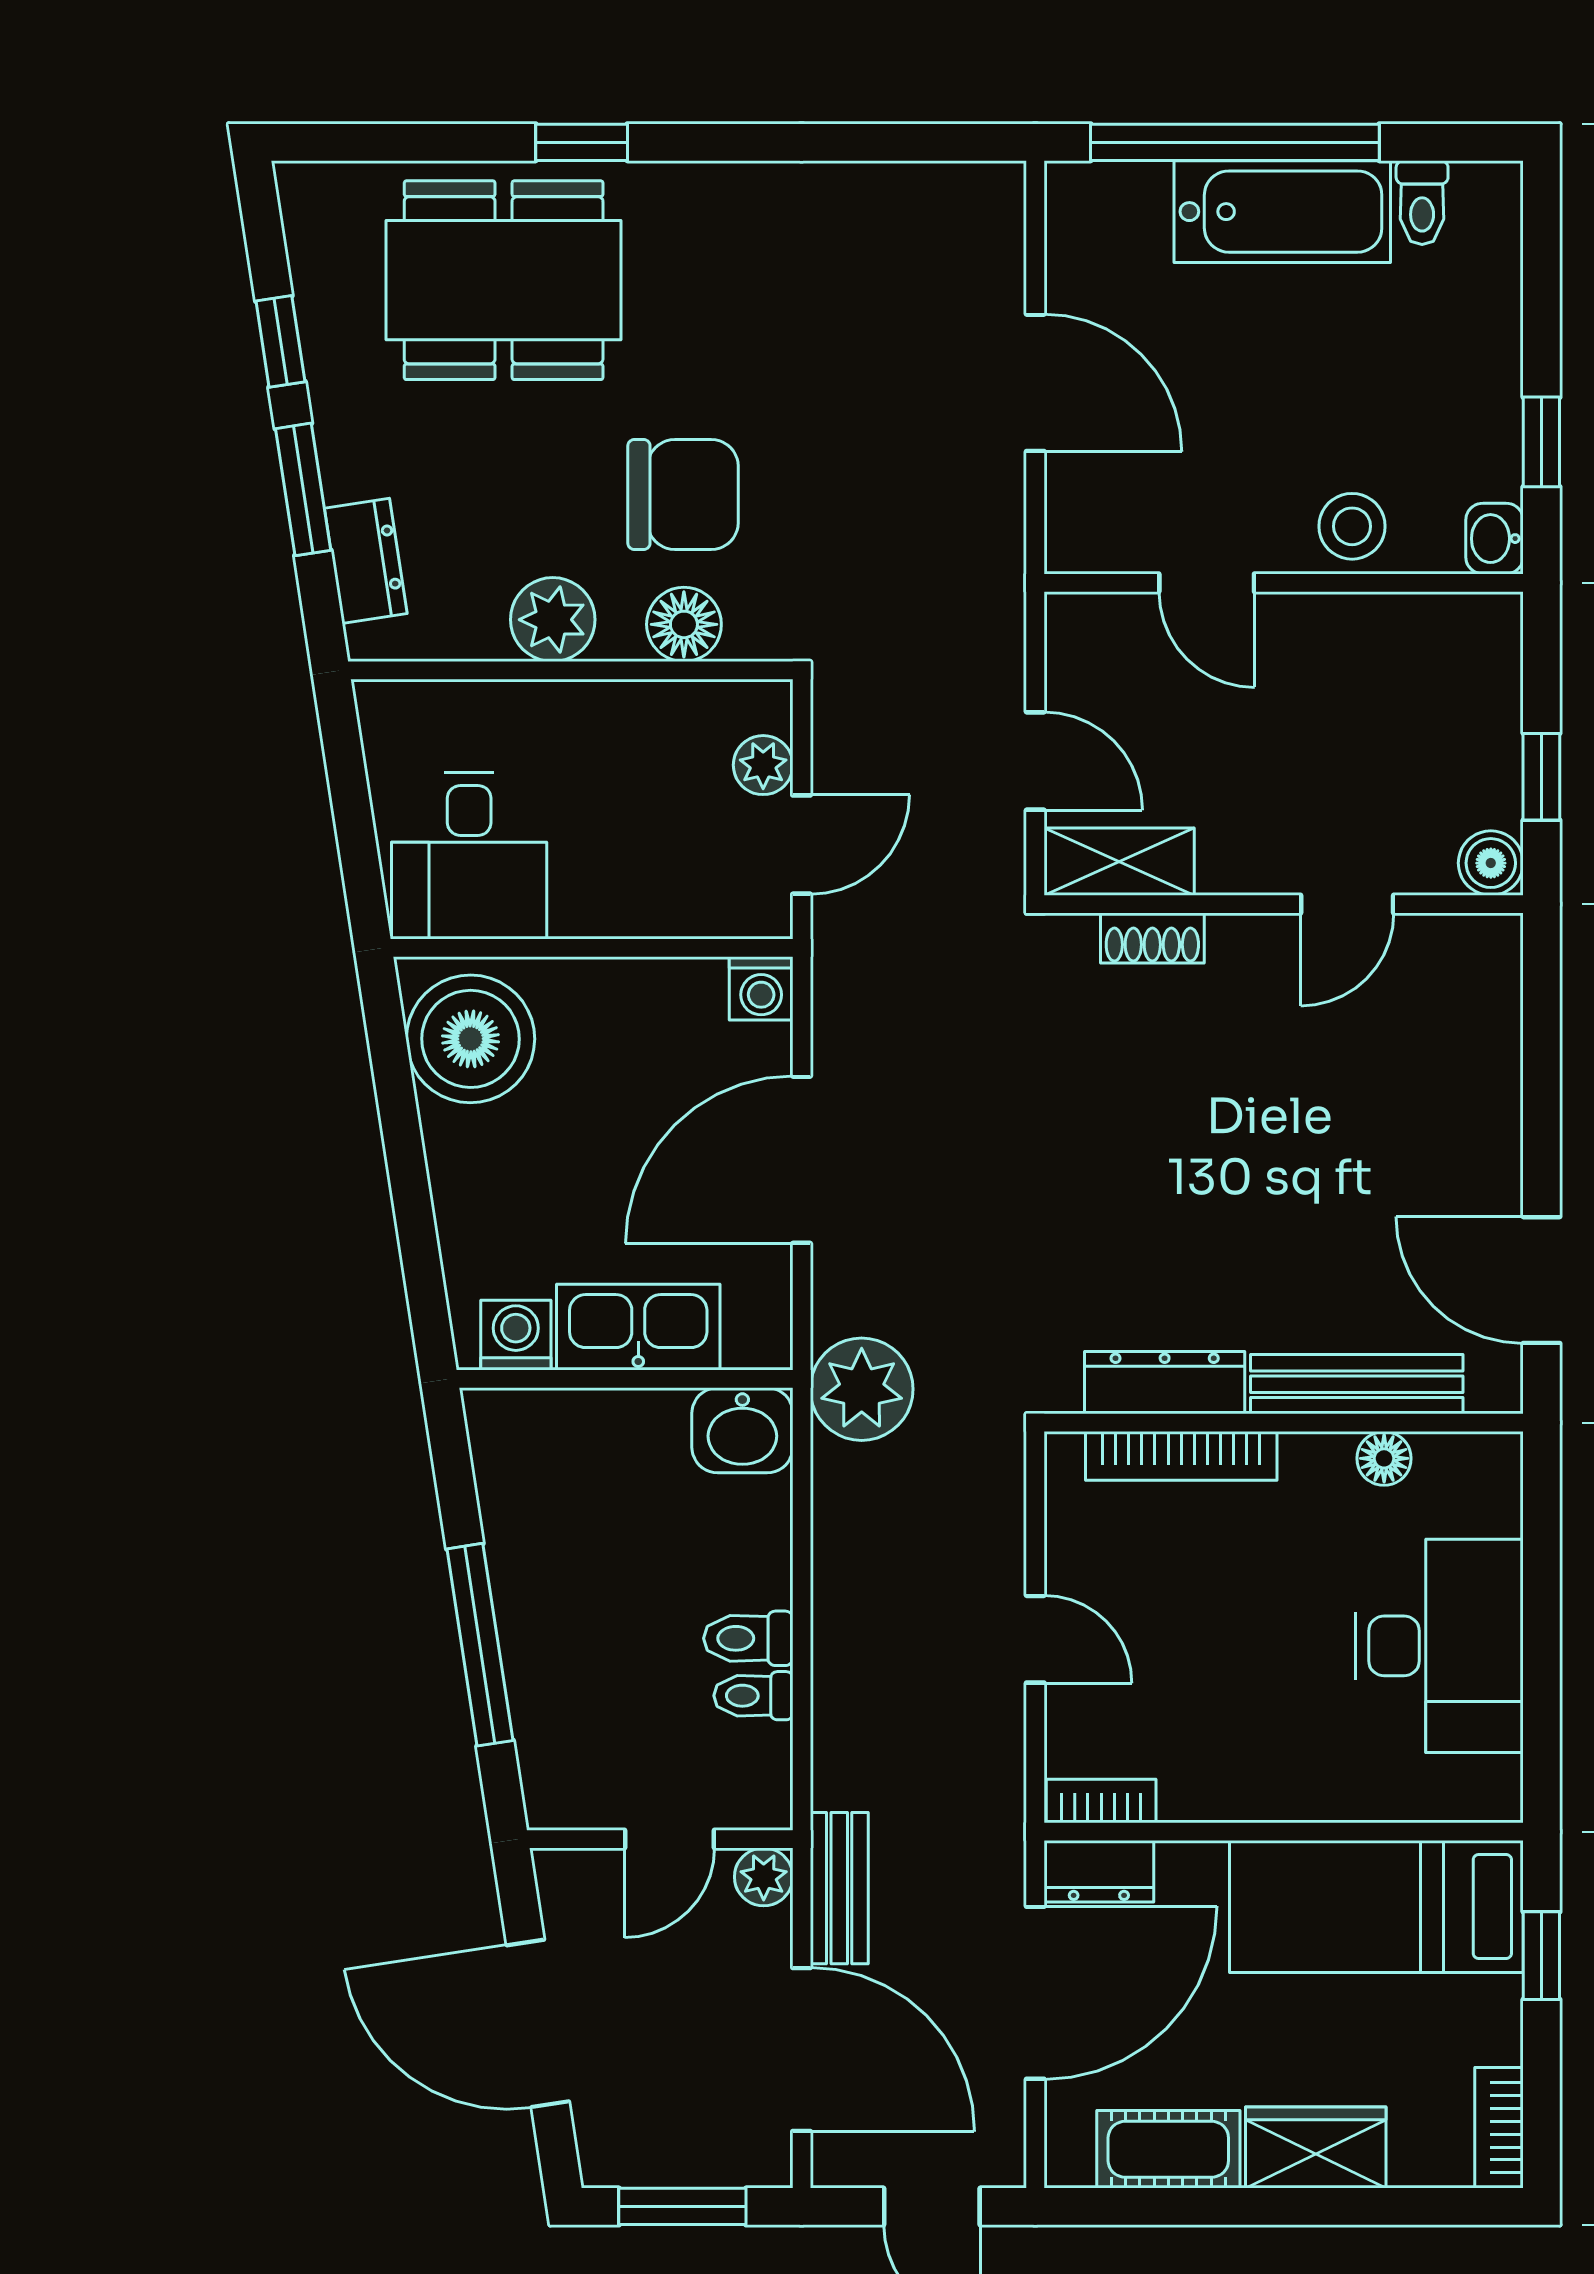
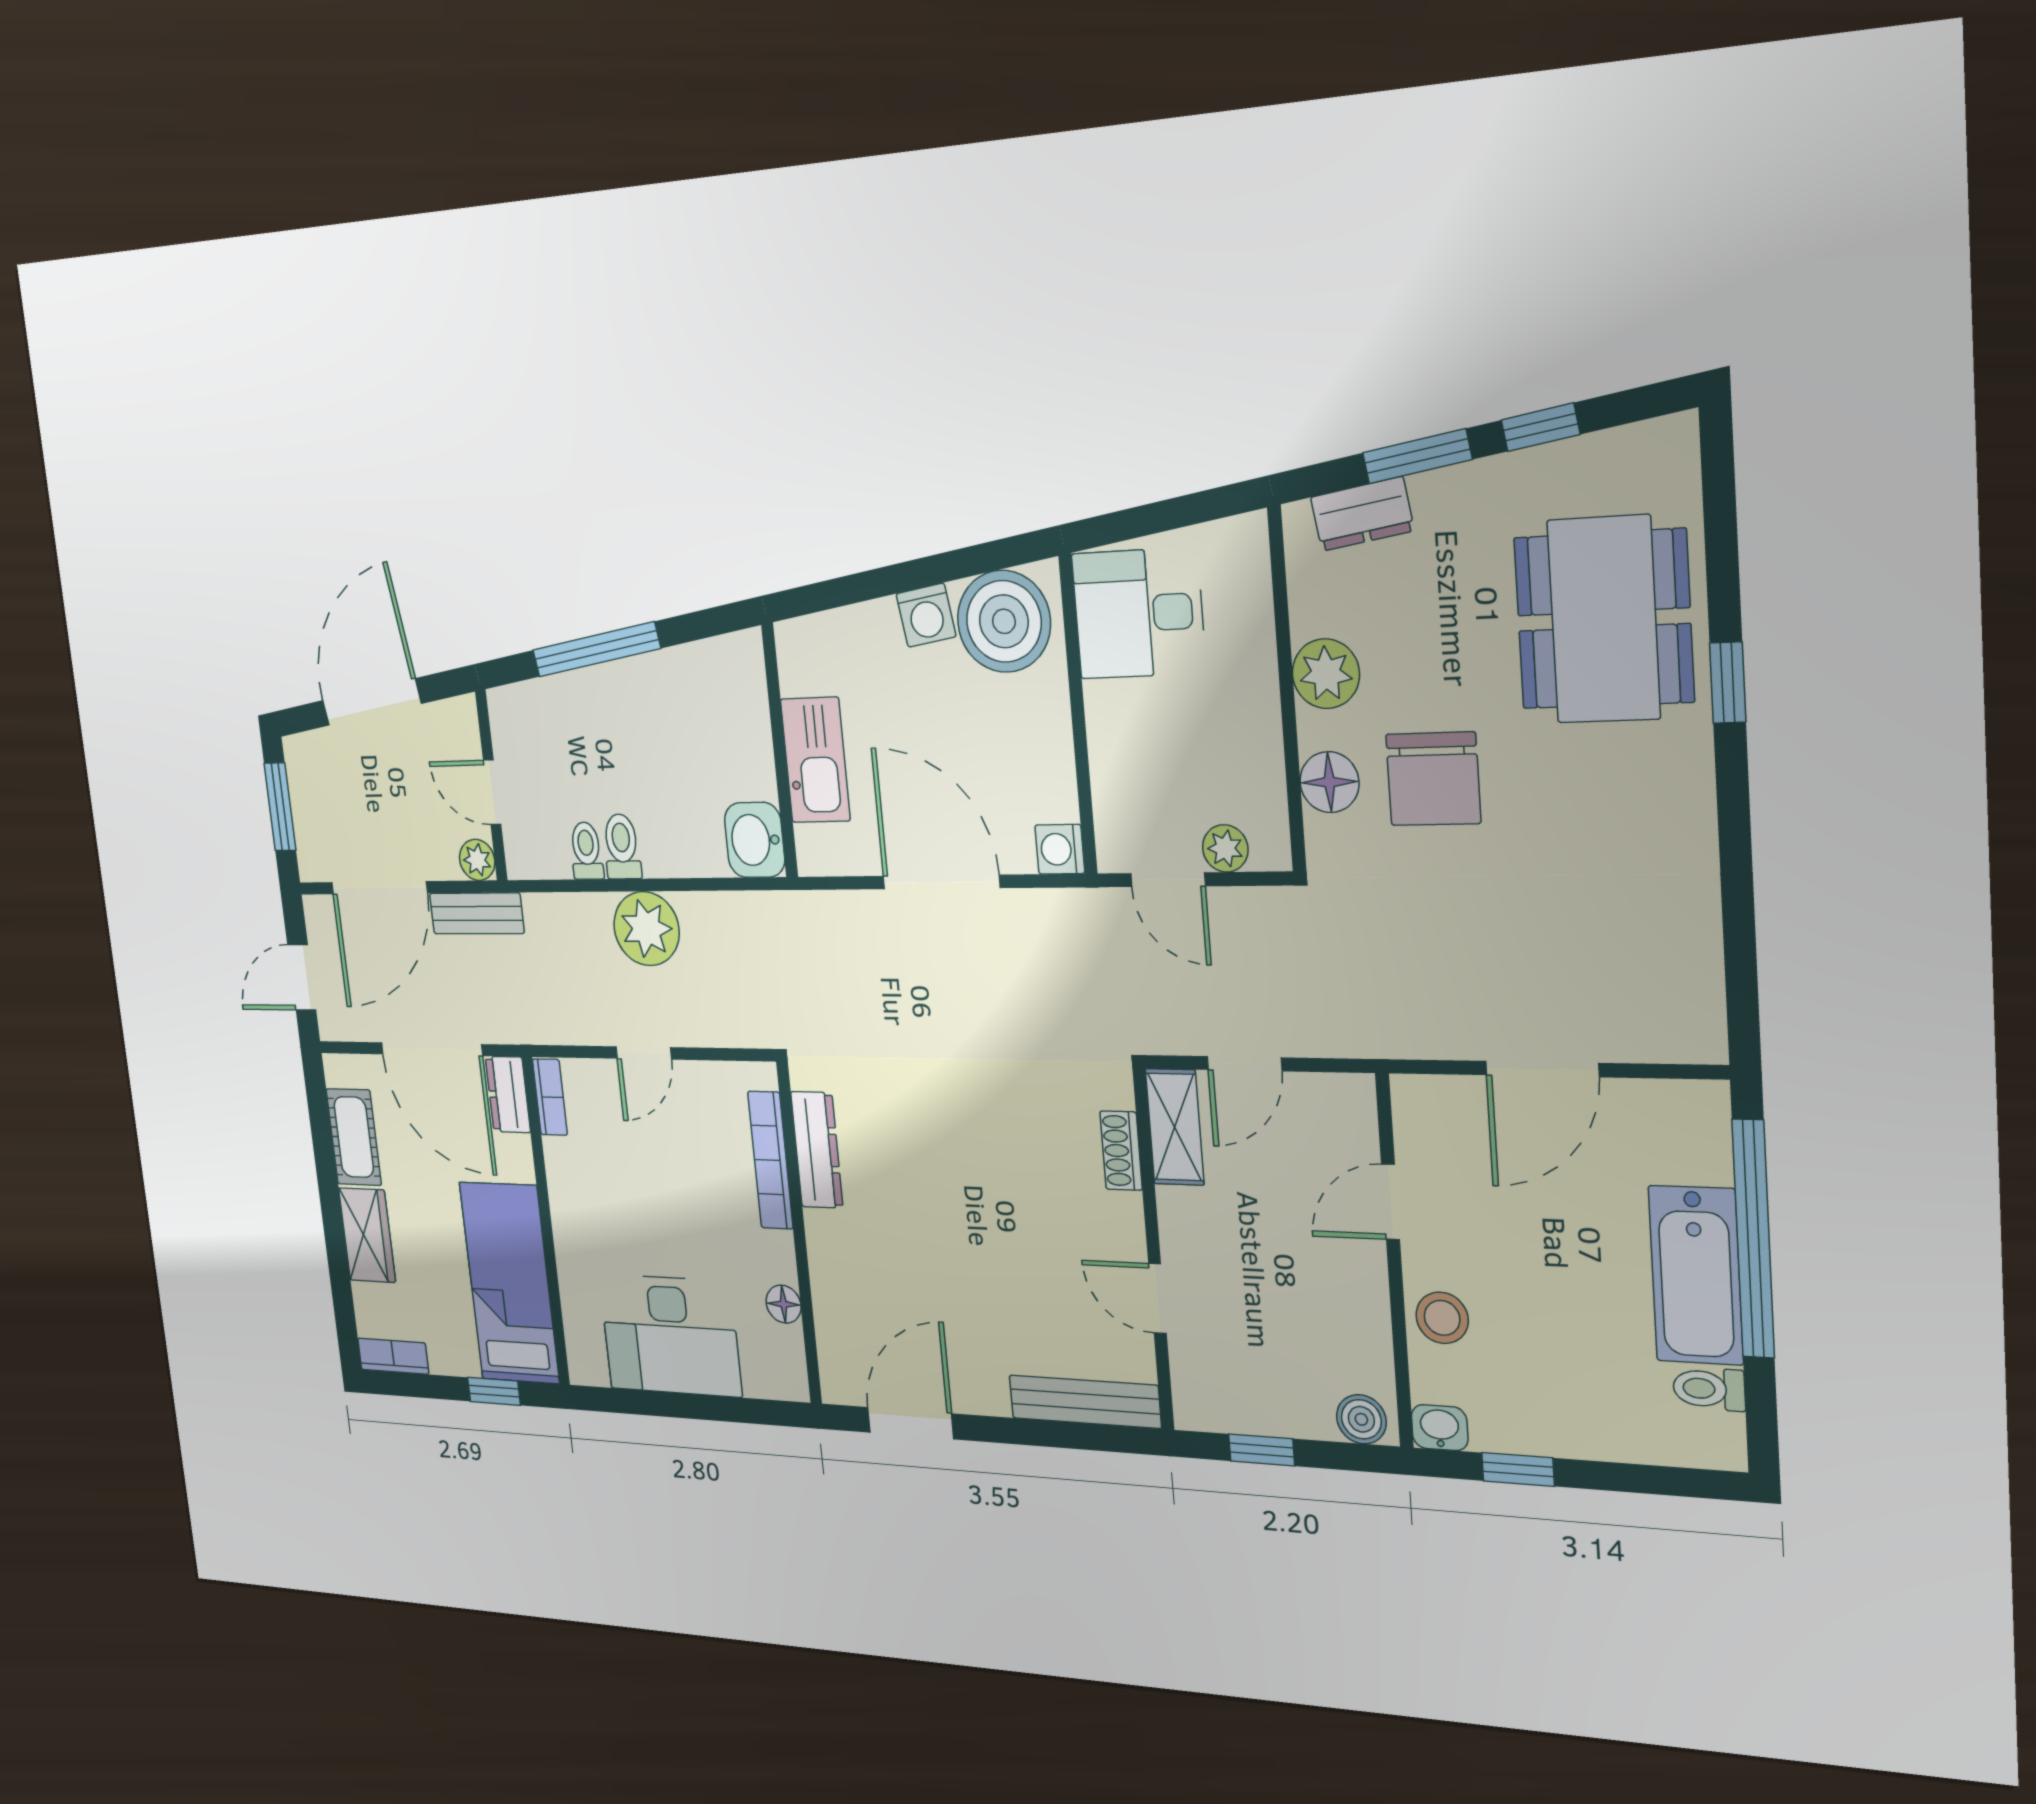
boiler: (1491, 863) -> (1361, 1419), moved
washing machine: (516, 1335) -> (926, 615), moved, turned 81
bench: (1357, 1384) -> (1085, 1402), moved, turned 90
plant: (862, 1389) -> (647, 929), moved

